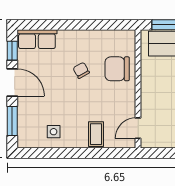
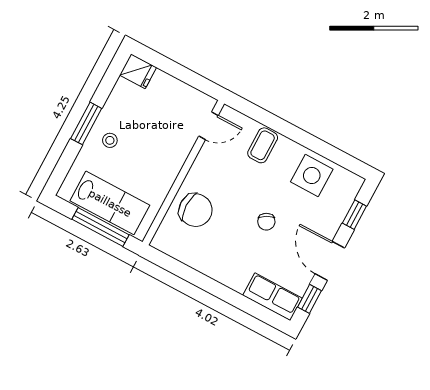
chair: (81, 70) -> (266, 222), moved
window: (12, 121) -> (354, 215), width x0.67
side table: (54, 132) -> (312, 175), width x1.87, depth x1.87

